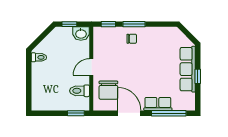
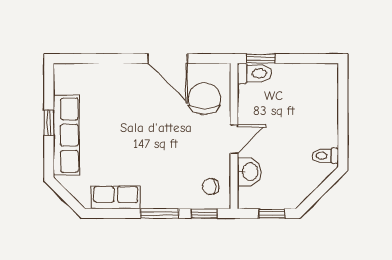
washbasin: (81, 34) -> (249, 172), moved, turned 90
chair: (132, 39) -> (211, 186), moved
toilet: (80, 91) -> (254, 73), moved
row of seats: (158, 104) -> (116, 197), moved, turned 180
window: (169, 113) -> (99, 59), removed

